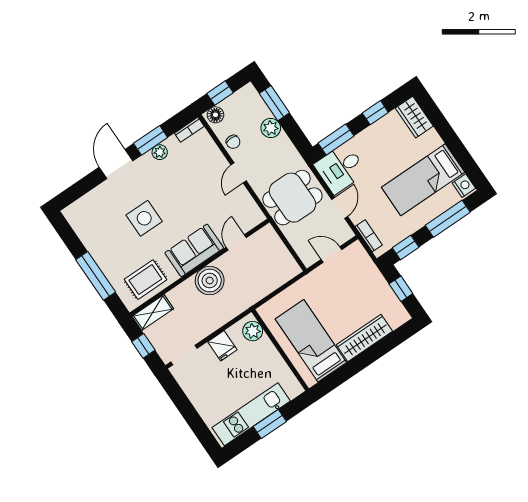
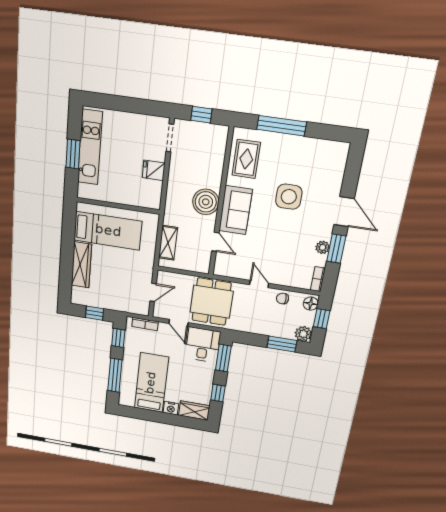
plant: (271, 128) -> (303, 334), moved
nightstand: (464, 186) -> (171, 408), moved
shelving: (153, 312) -> (168, 243), moved
plant: (253, 331) -> (146, 199), removed

